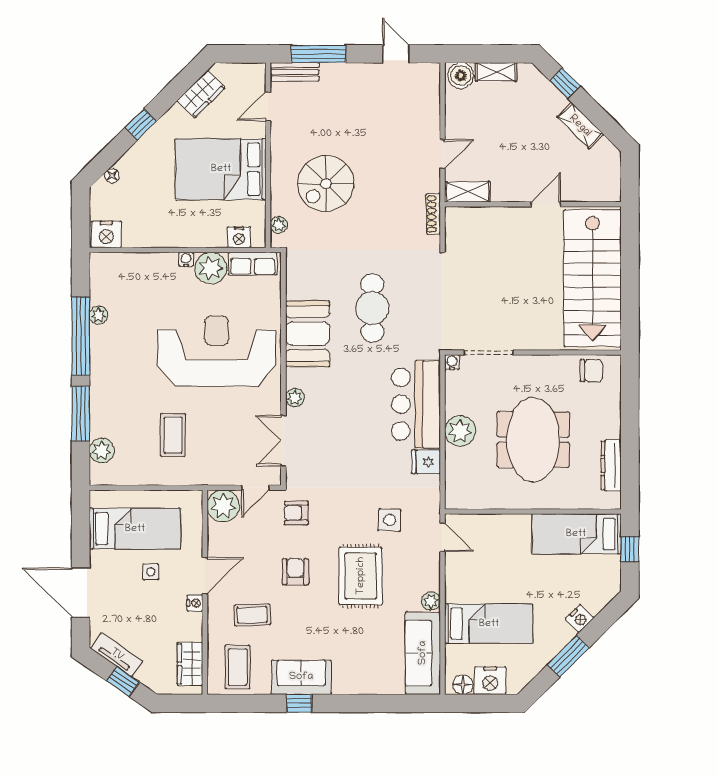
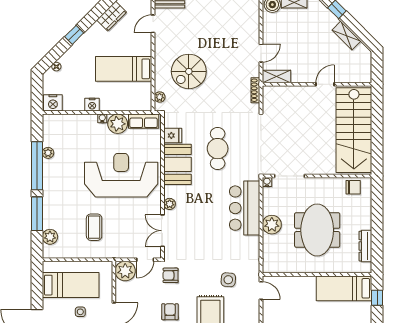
bed: (221, 169) -> (124, 69), width x0.67
nightstand: (239, 237) -> (92, 105), moved
fridge: (426, 462) -> (173, 136), moved, turned 180

